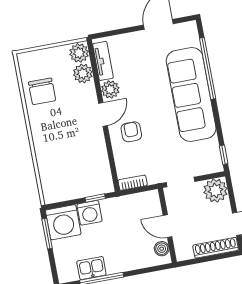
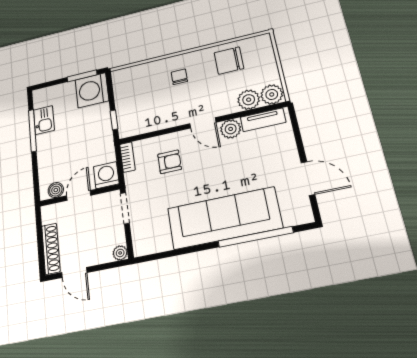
armchair: (131, 132) -> (170, 162), moved
chair: (55, 137) -> (179, 77), added
window: (224, 155) -> (153, 257), removed
plant: (215, 190) -> (120, 253), width x0.53, depth x0.53
washing machine: (90, 213) -> (106, 175), moved, turned 90

